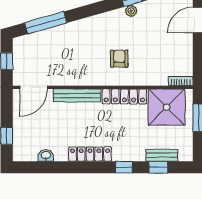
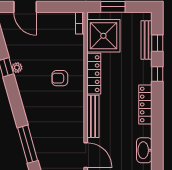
washbasin: (46, 155) -> (144, 150), width x1.91, depth x1.45
bench: (162, 155) -> (147, 40), width x1.36

